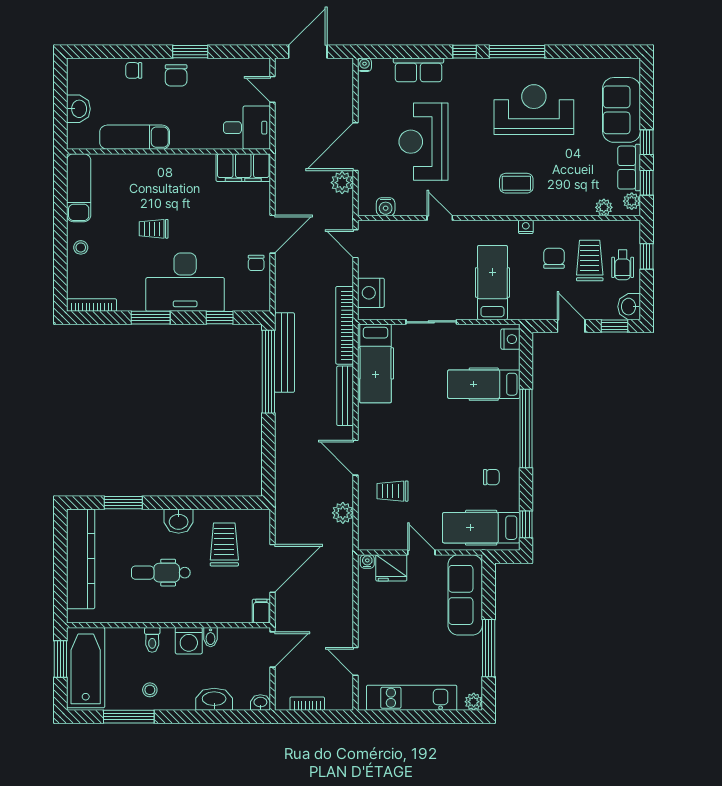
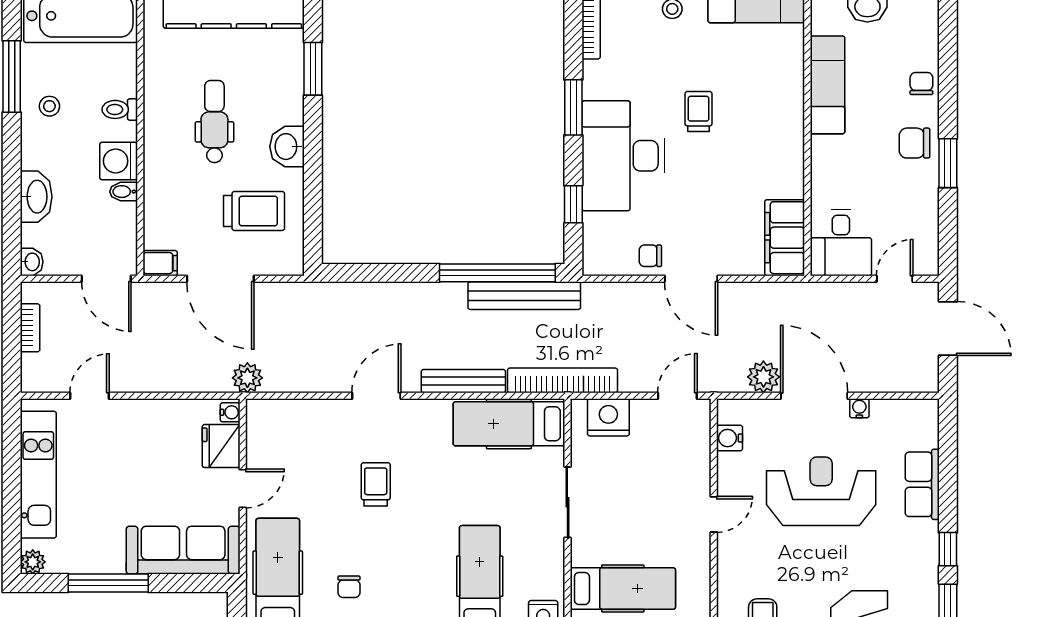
water cooler: (364, 65) -> (859, 408), moved, turned -90
trolley: (392, 491) -> (376, 484), moved
plant: (343, 513) -> (247, 378), moved

